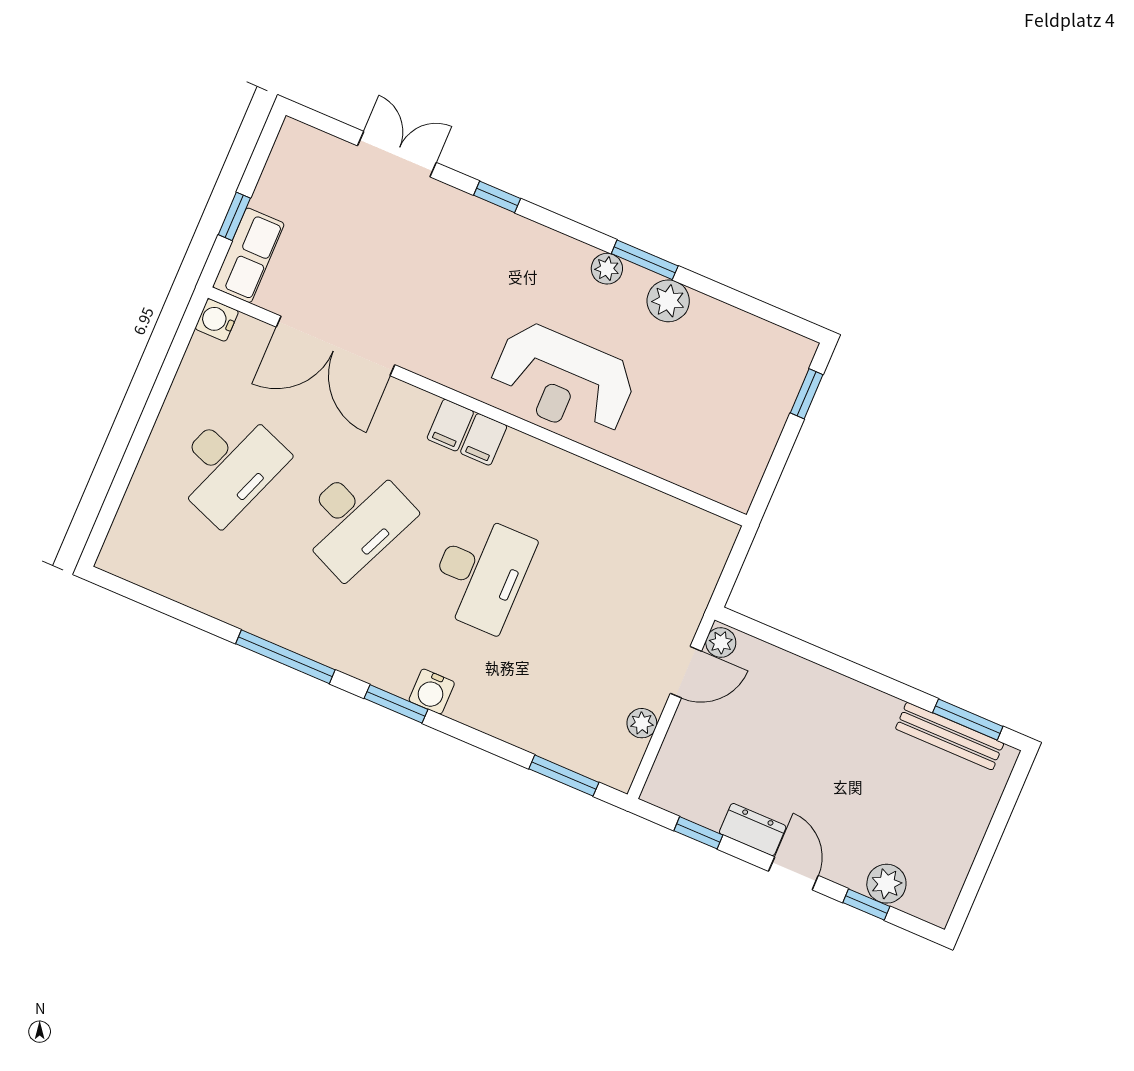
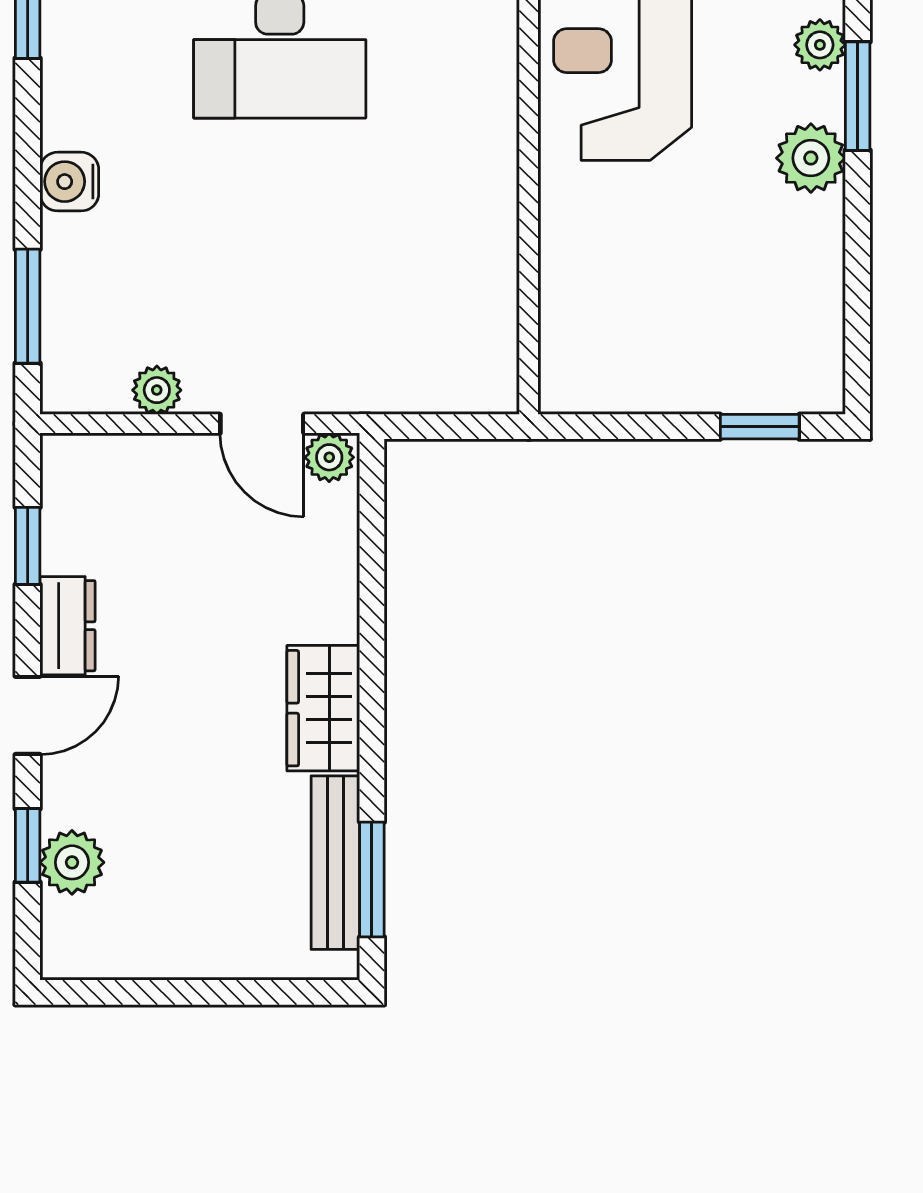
water cooler: (432, 691) -> (69, 182), moved
wardrobe: (860, 706) -> (323, 708), added

